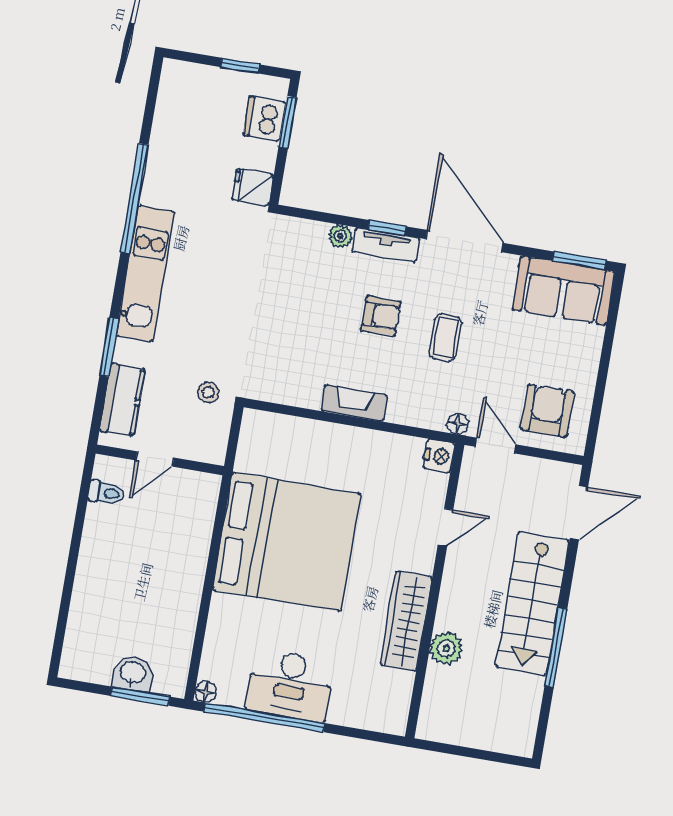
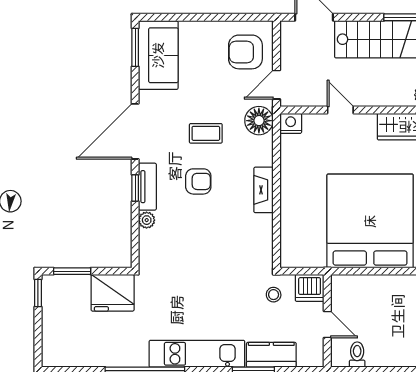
window: (240, 66) -> (38, 293), moved
dishwasher: (265, 119) -> (310, 288), moved
fridge: (253, 187) -> (113, 293), width x1.88, depth x1.34
armchair: (381, 316) -> (198, 181), turned 90
kitchen counter: (122, 400) -> (271, 355), moved
floor lamp: (458, 424) -> (259, 121), width x1.89, depth x1.89

